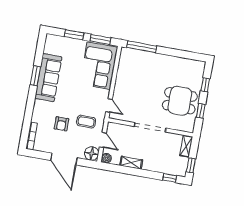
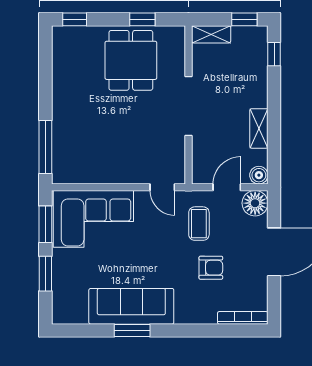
window: (205, 85) -> (75, 19), moved
door: (109, 105) -> (162, 187), swing flipped

